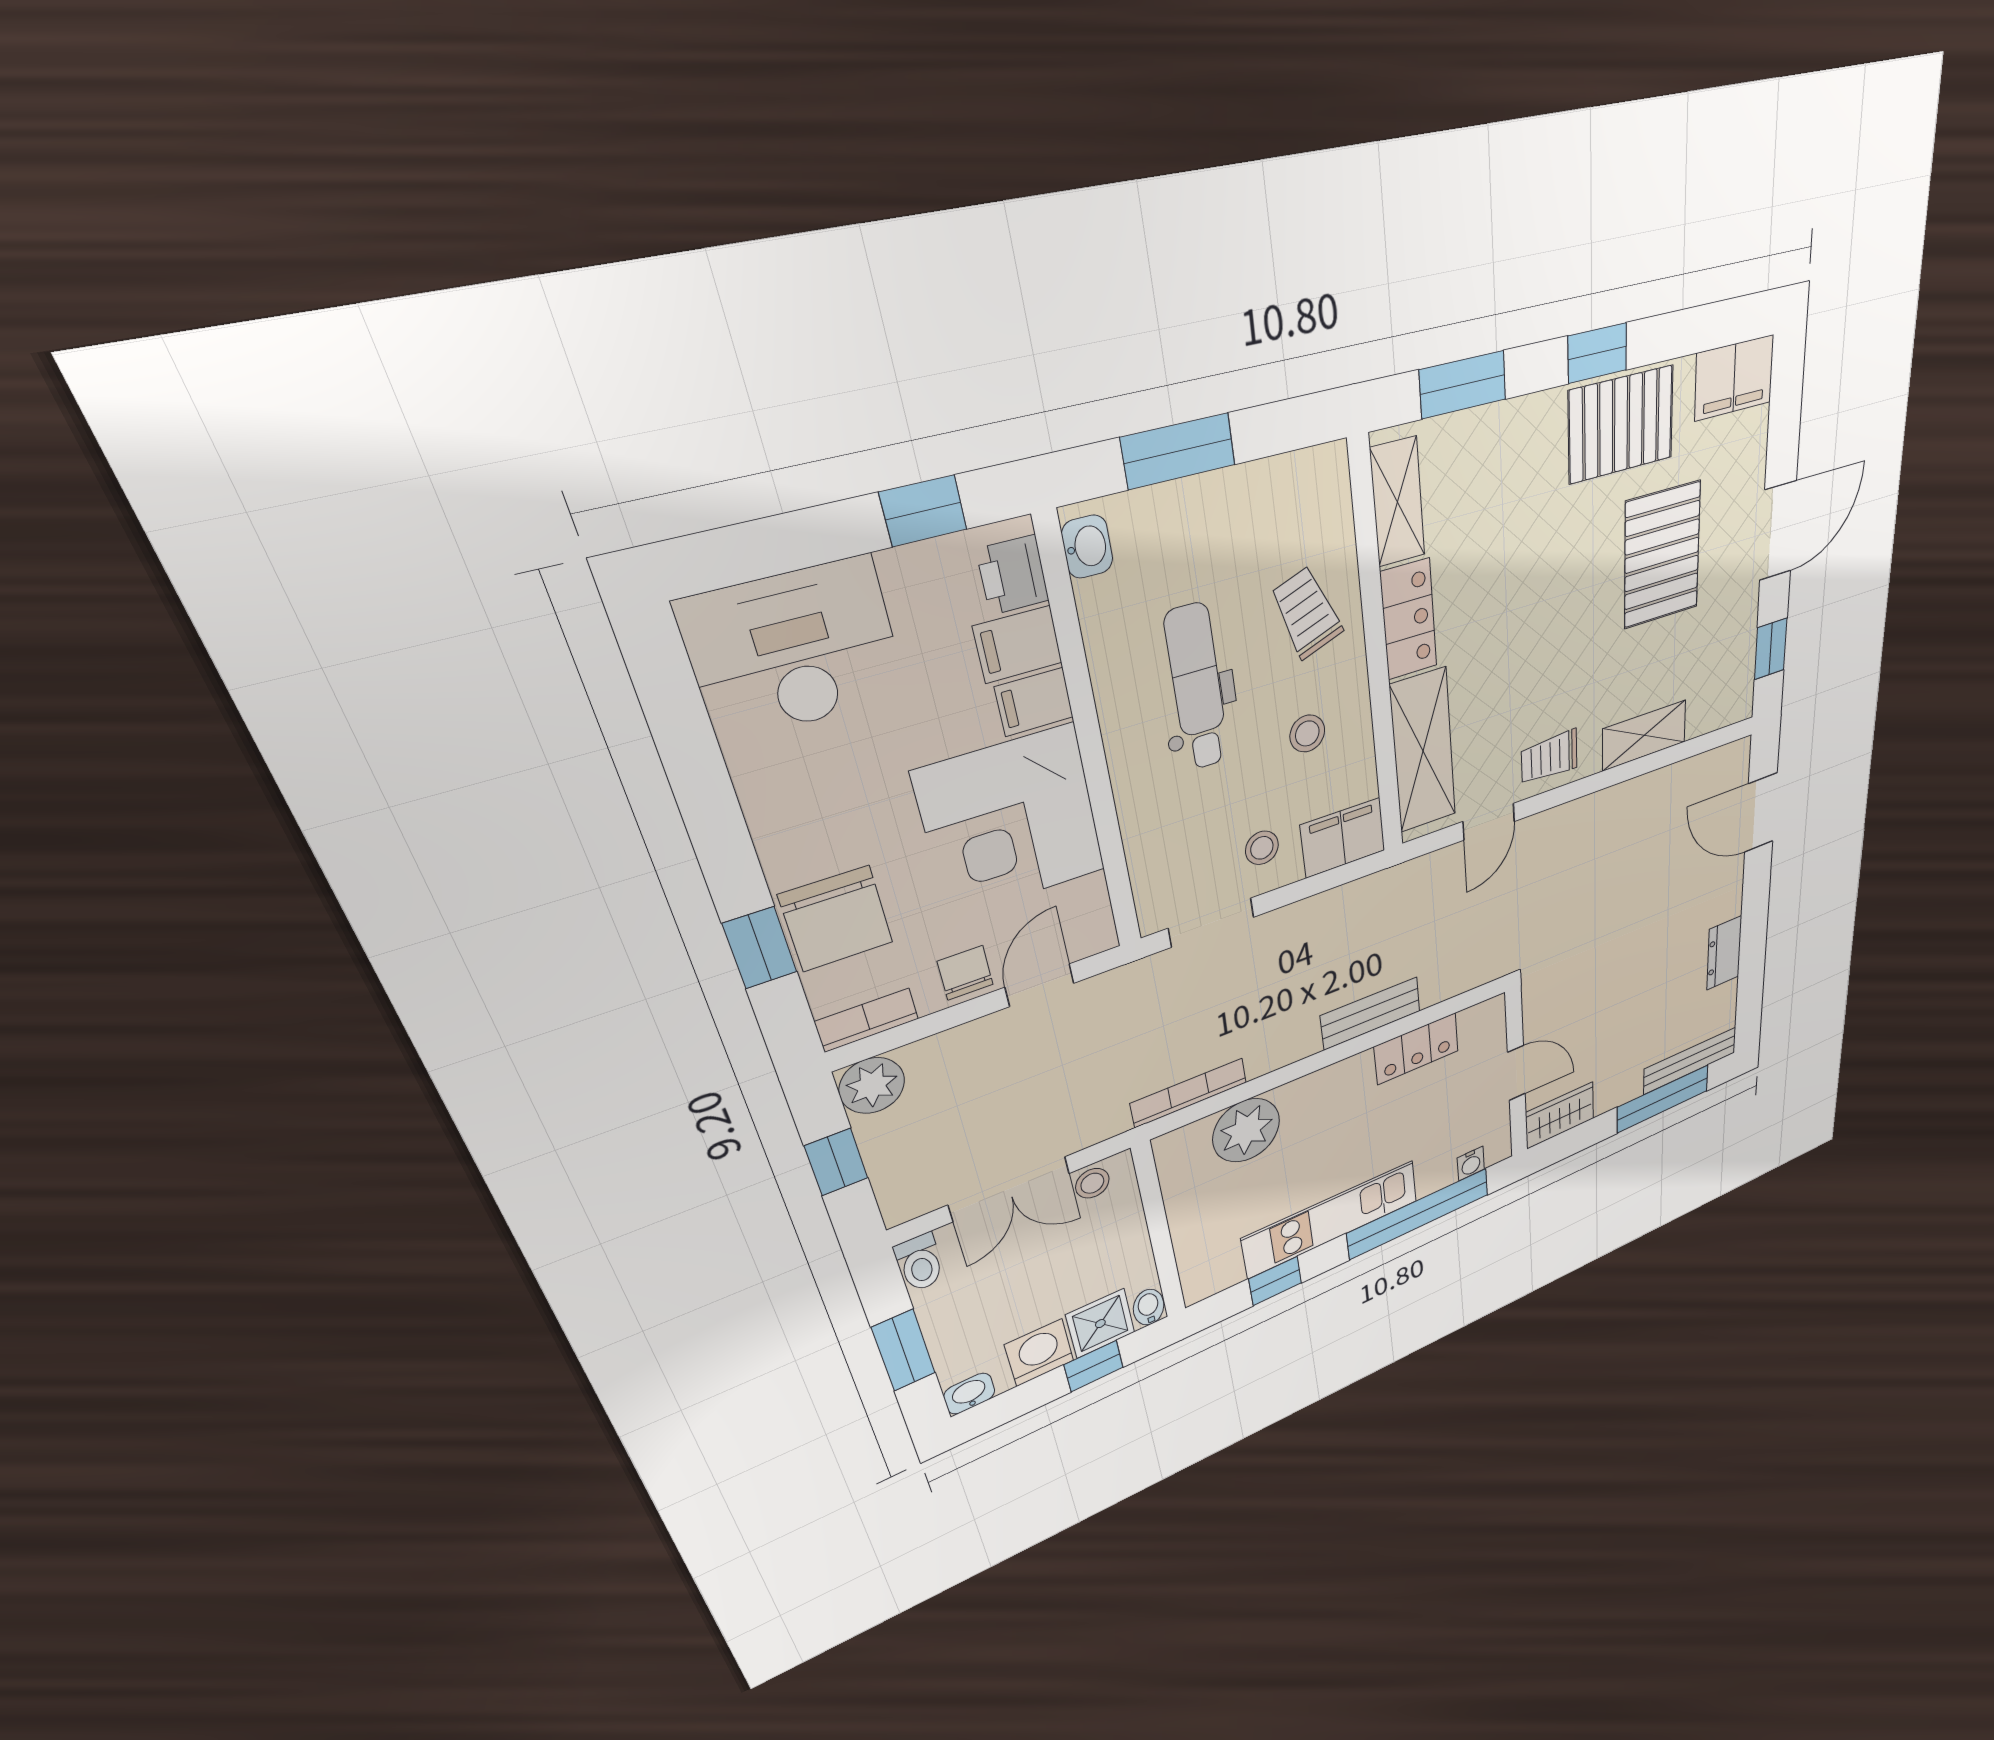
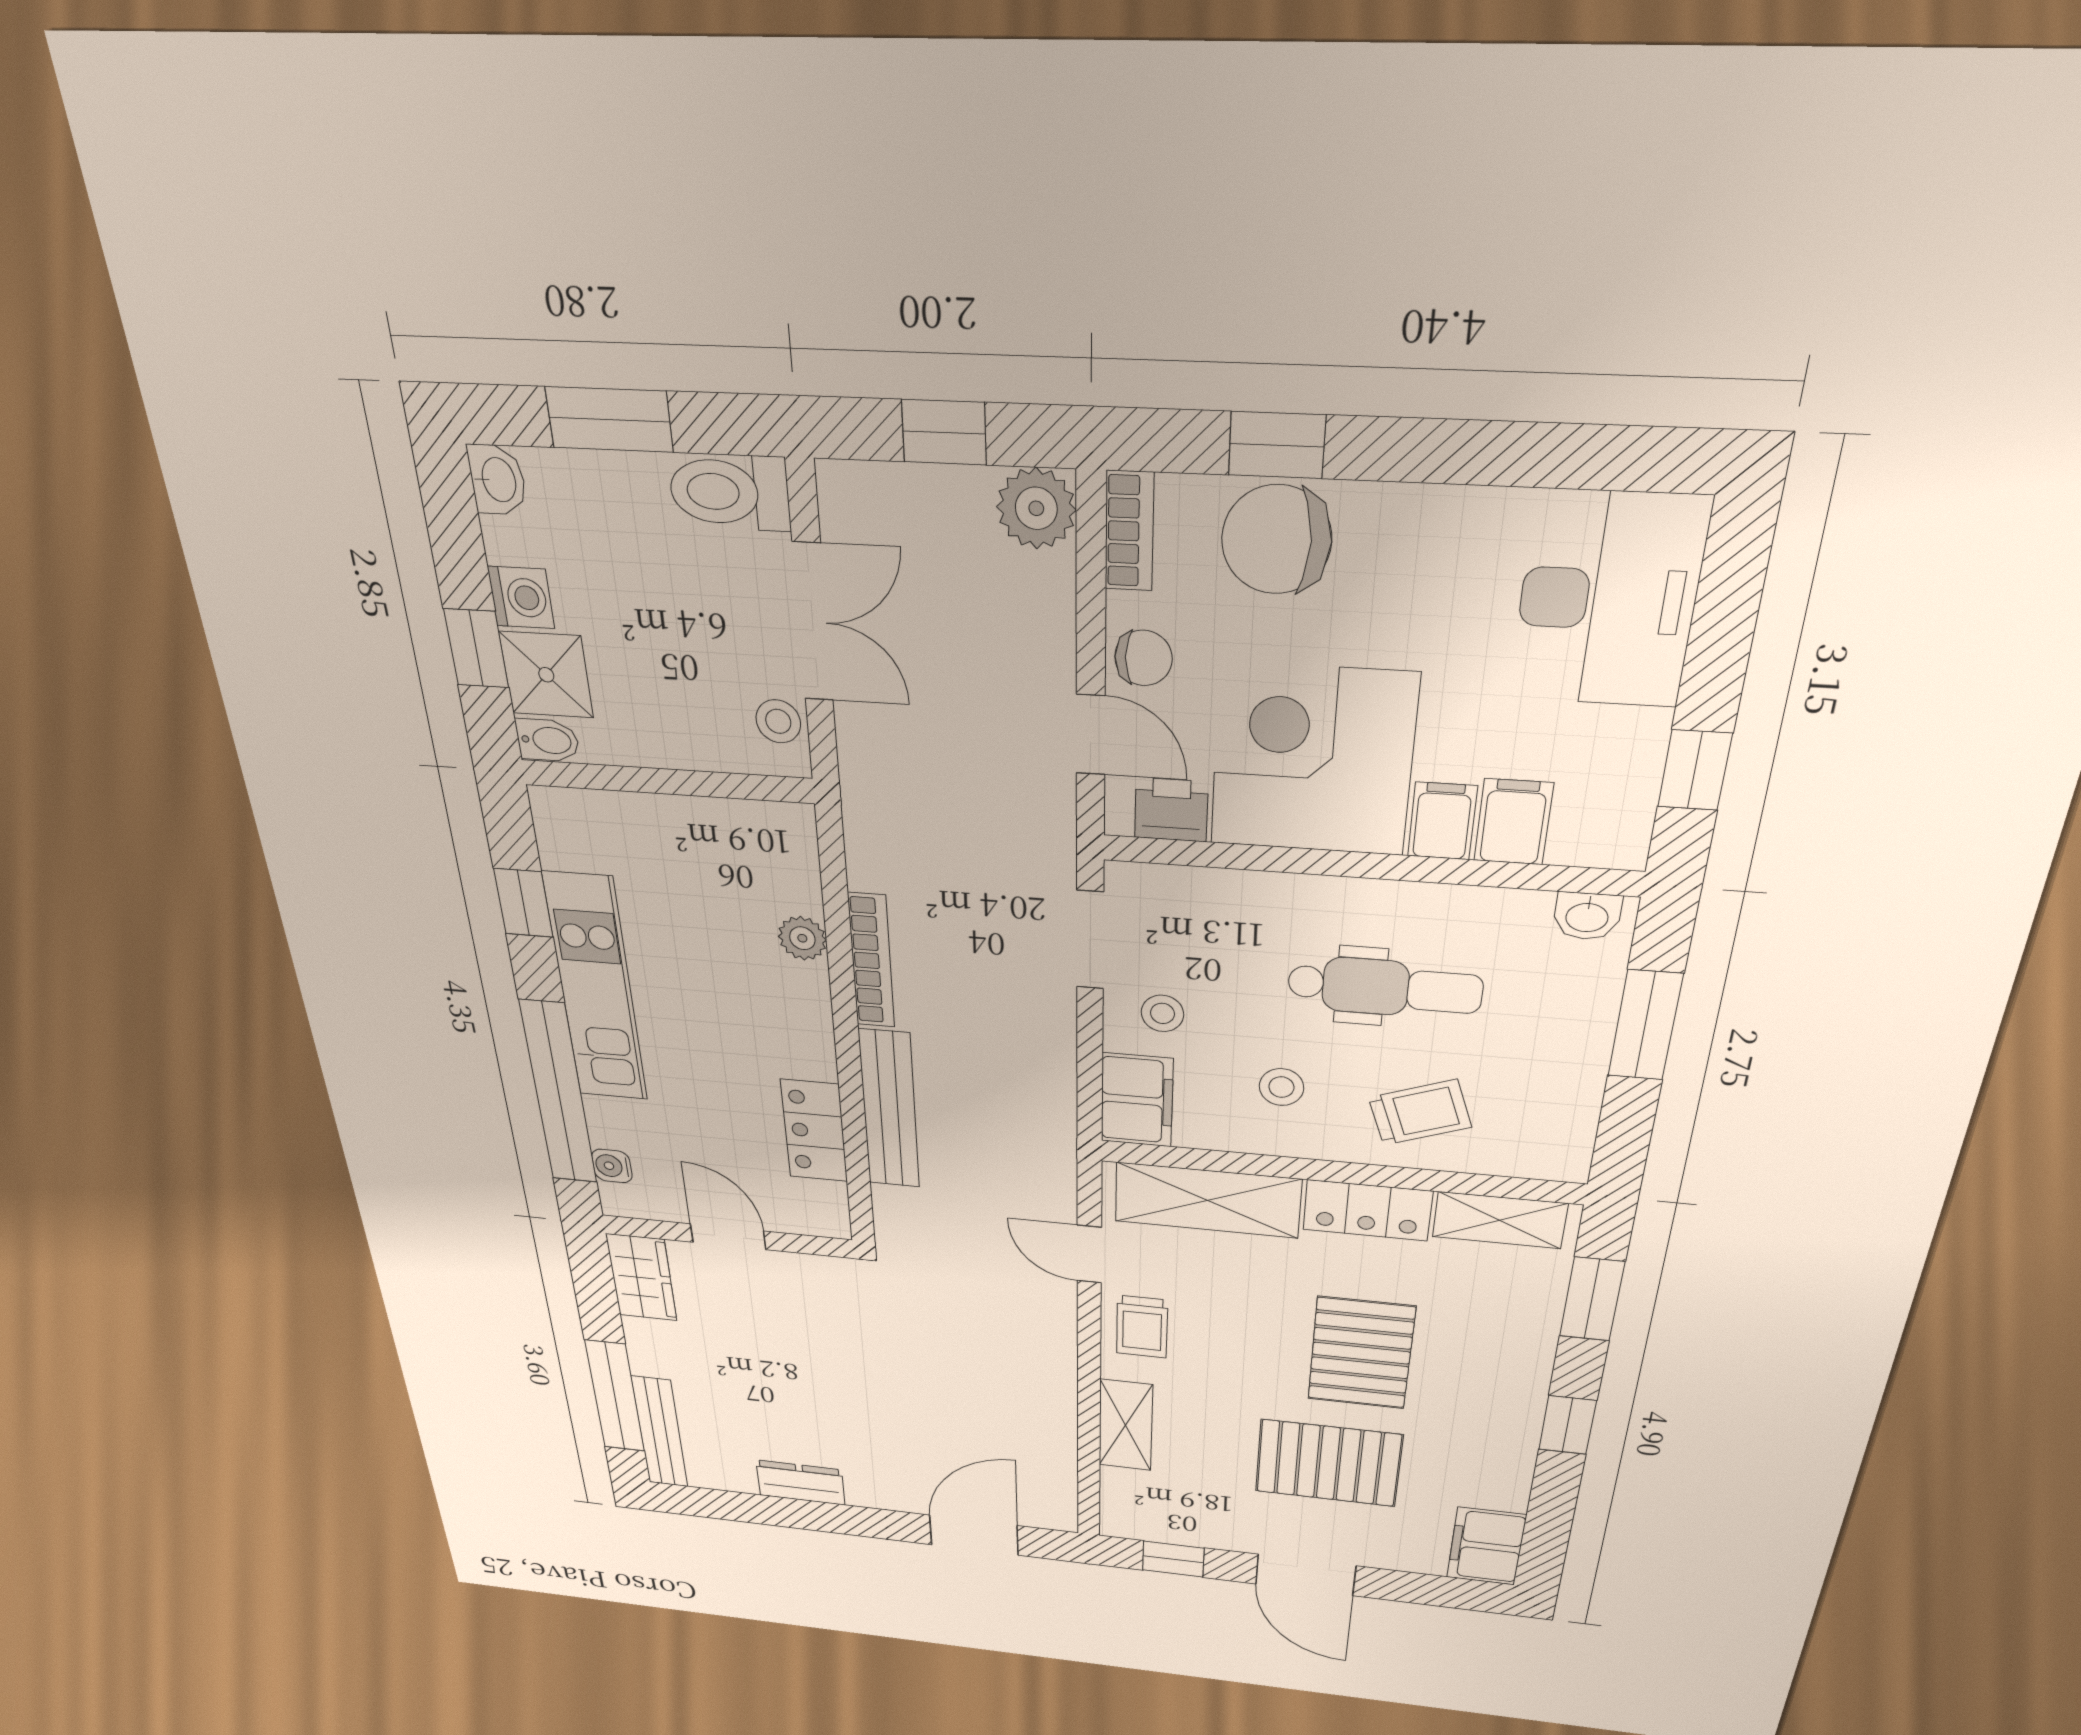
pallet: (1621, 425) -> (1361, 1353), moved
printer: (1013, 575) -> (1171, 810), moved
trolley: (1549, 757) -> (1142, 1327), turned 180
bench: (1371, 1013) -> (889, 1109), width x1.36
door: (1516, 1073) -> (728, 1237), swing flipped
bookcase: (1189, 1093) -> (871, 961), moved
plant: (1246, 1130) -> (802, 938), width x0.53, depth x0.53
double door: (1010, 1189) -> (813, 622), swing flipped
toilet: (920, 1263) -> (730, 492), width x1.37, depth x1.39
washing machine: (1039, 1353) -> (521, 598), width x0.73, depth x0.73

